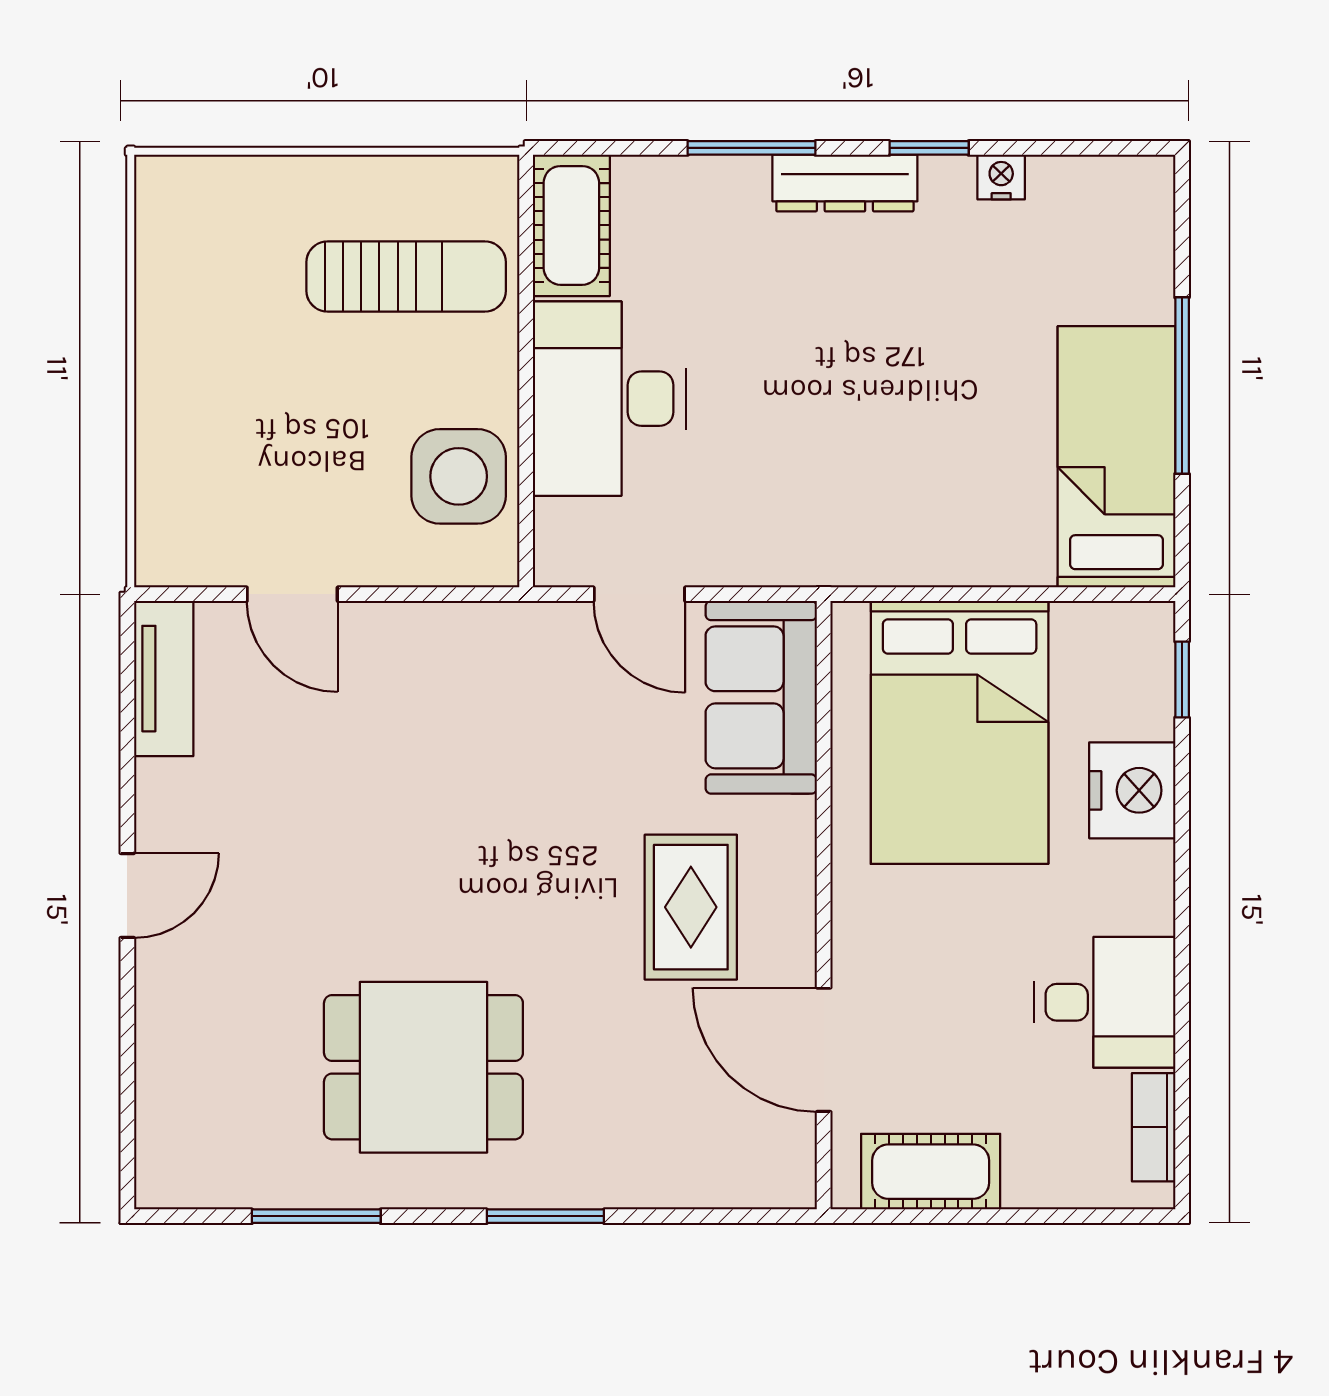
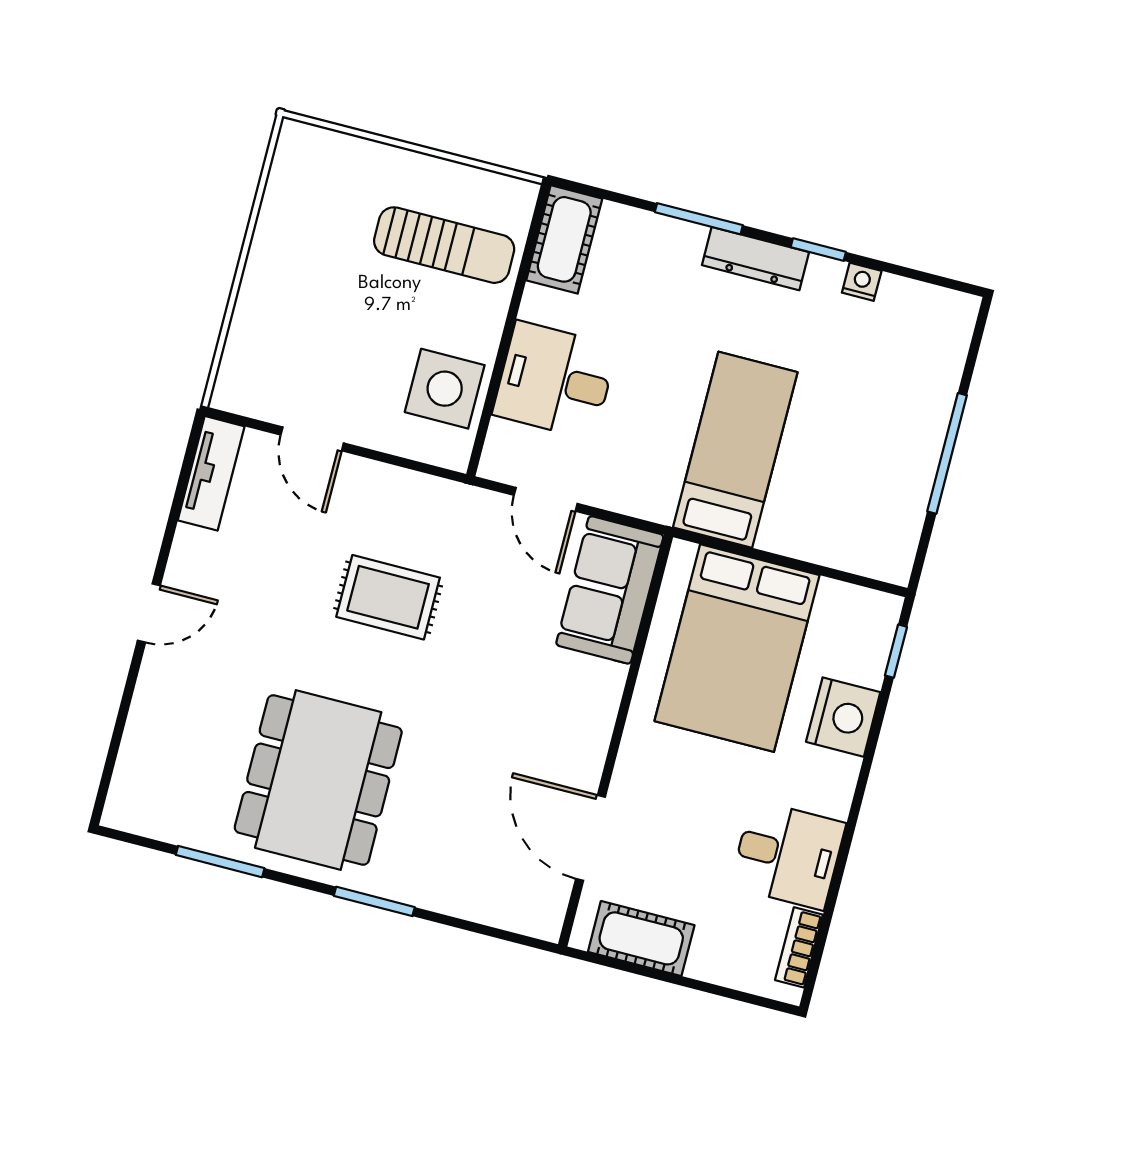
desk: (609, 399) -> (555, 380), width x0.73
bed: (1116, 457) -> (735, 450), moved
rug: (691, 907) -> (388, 597), moved, turned 90
dining table: (423, 1067) -> (318, 780), width x1.38

